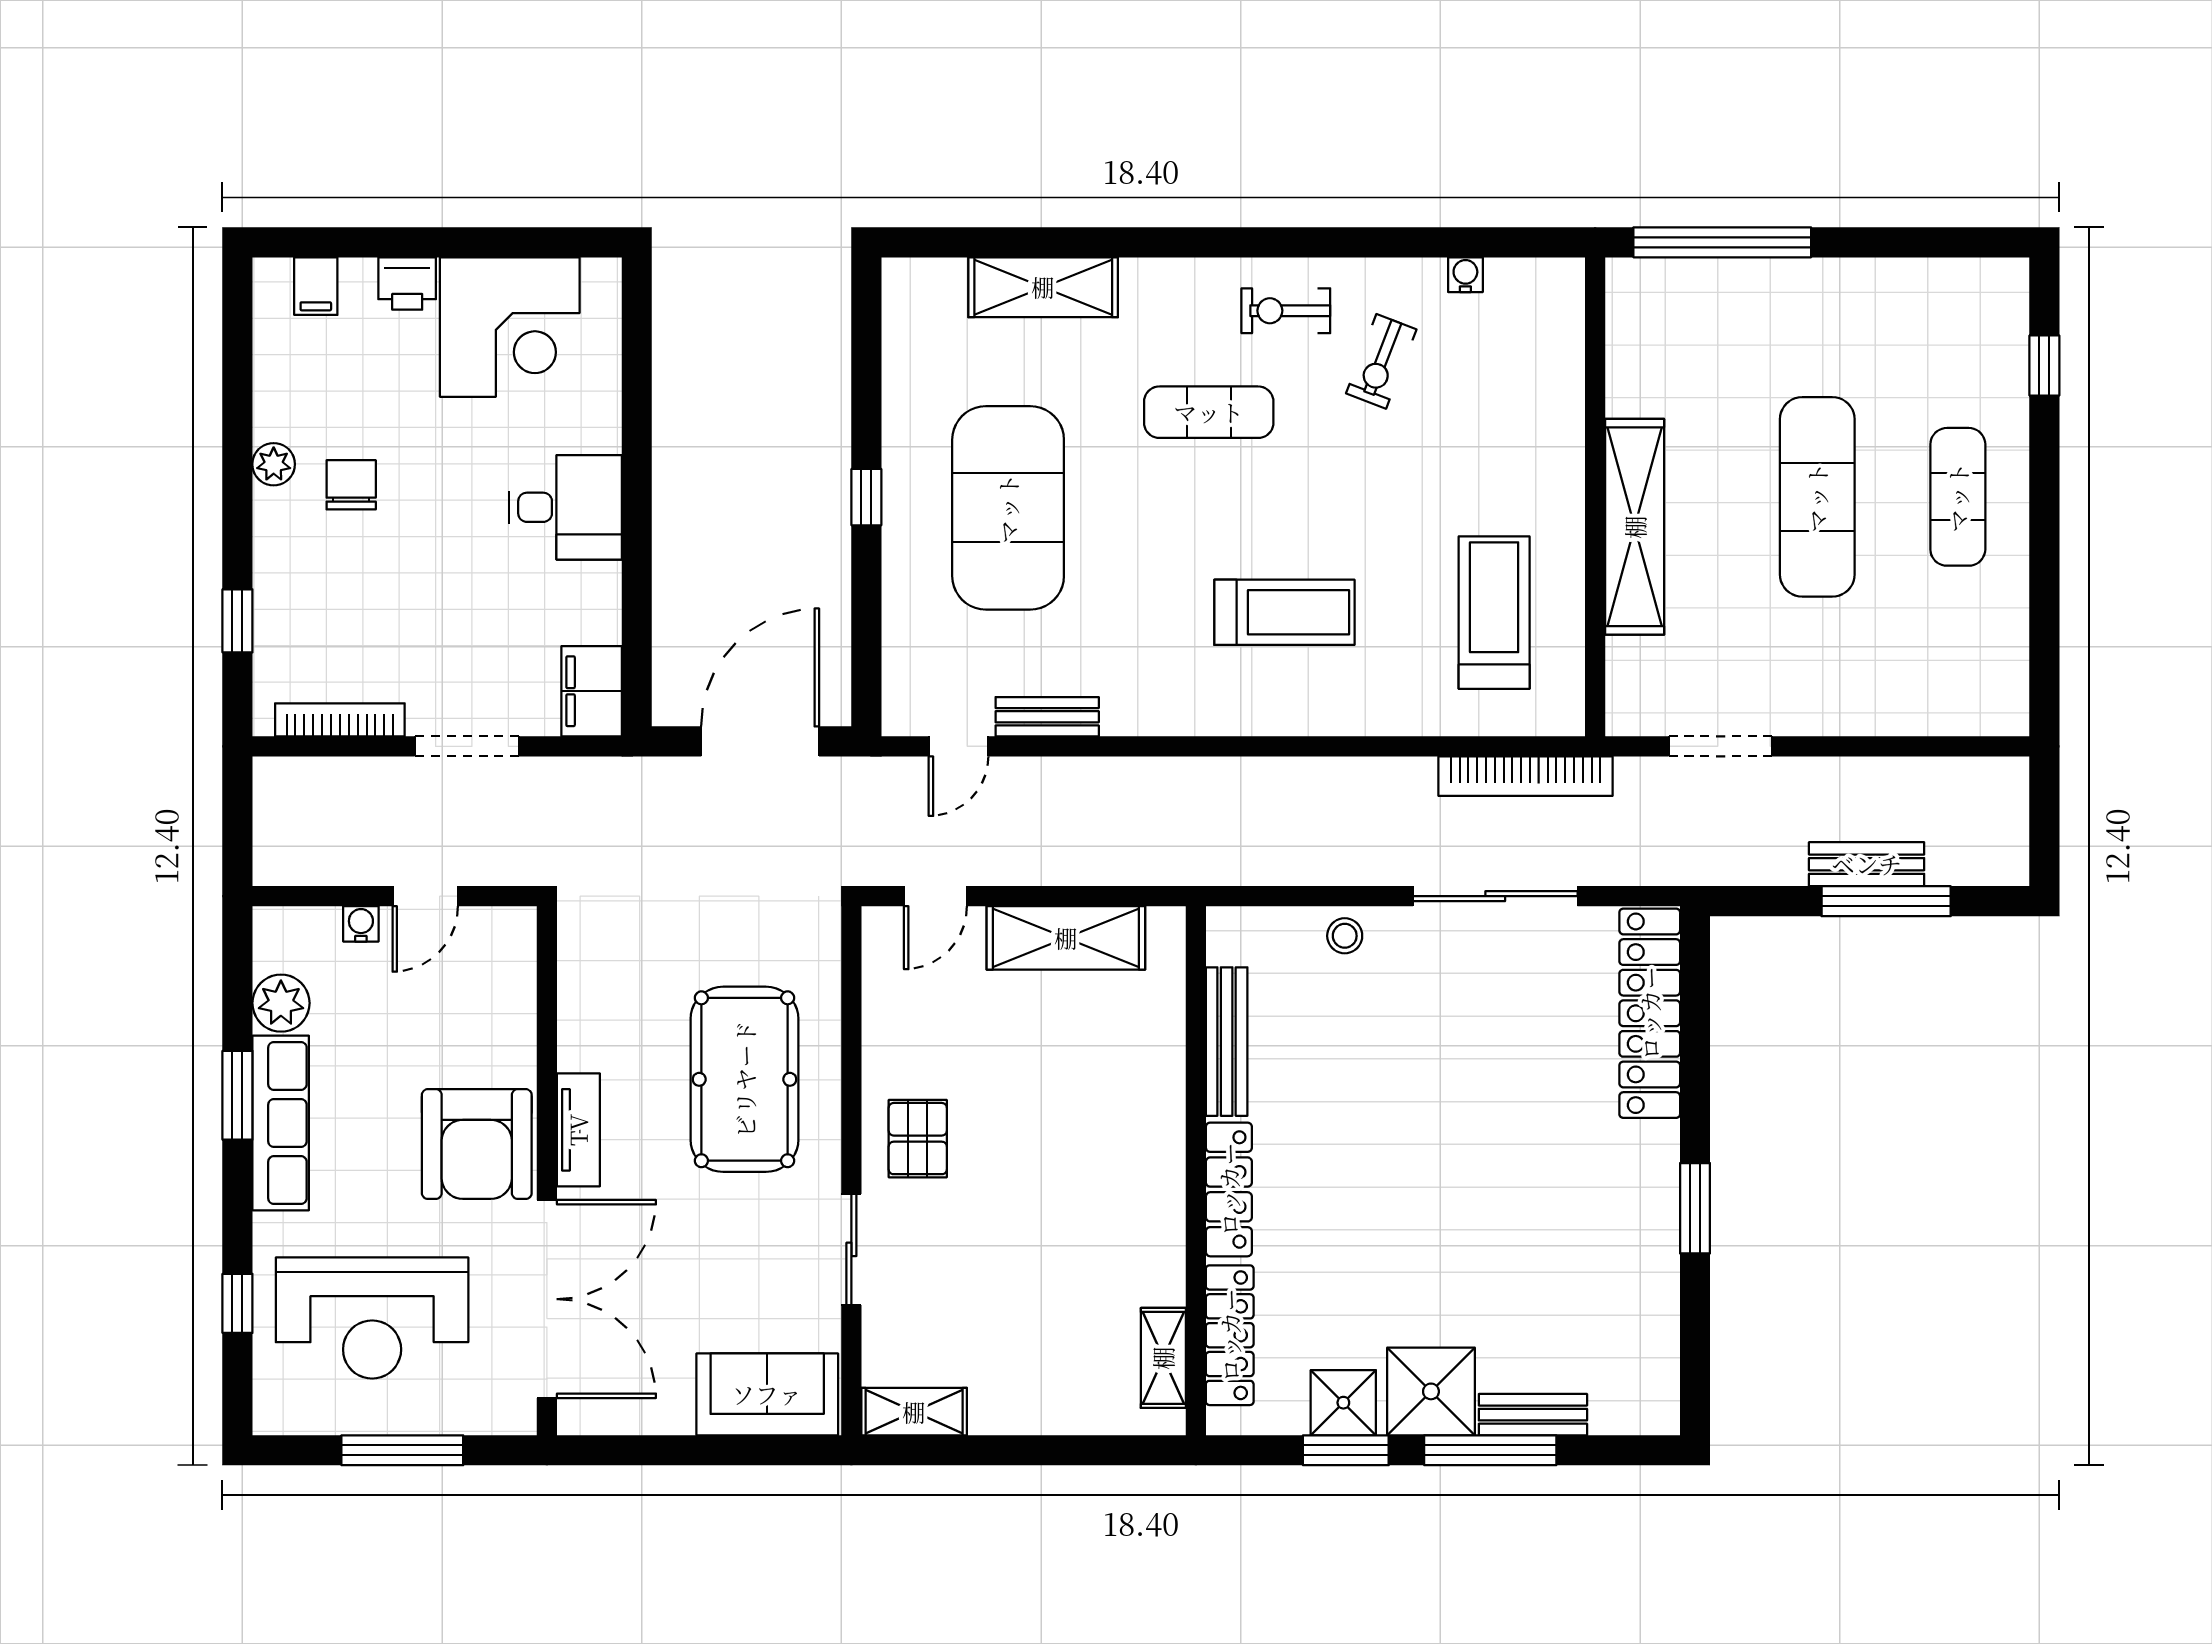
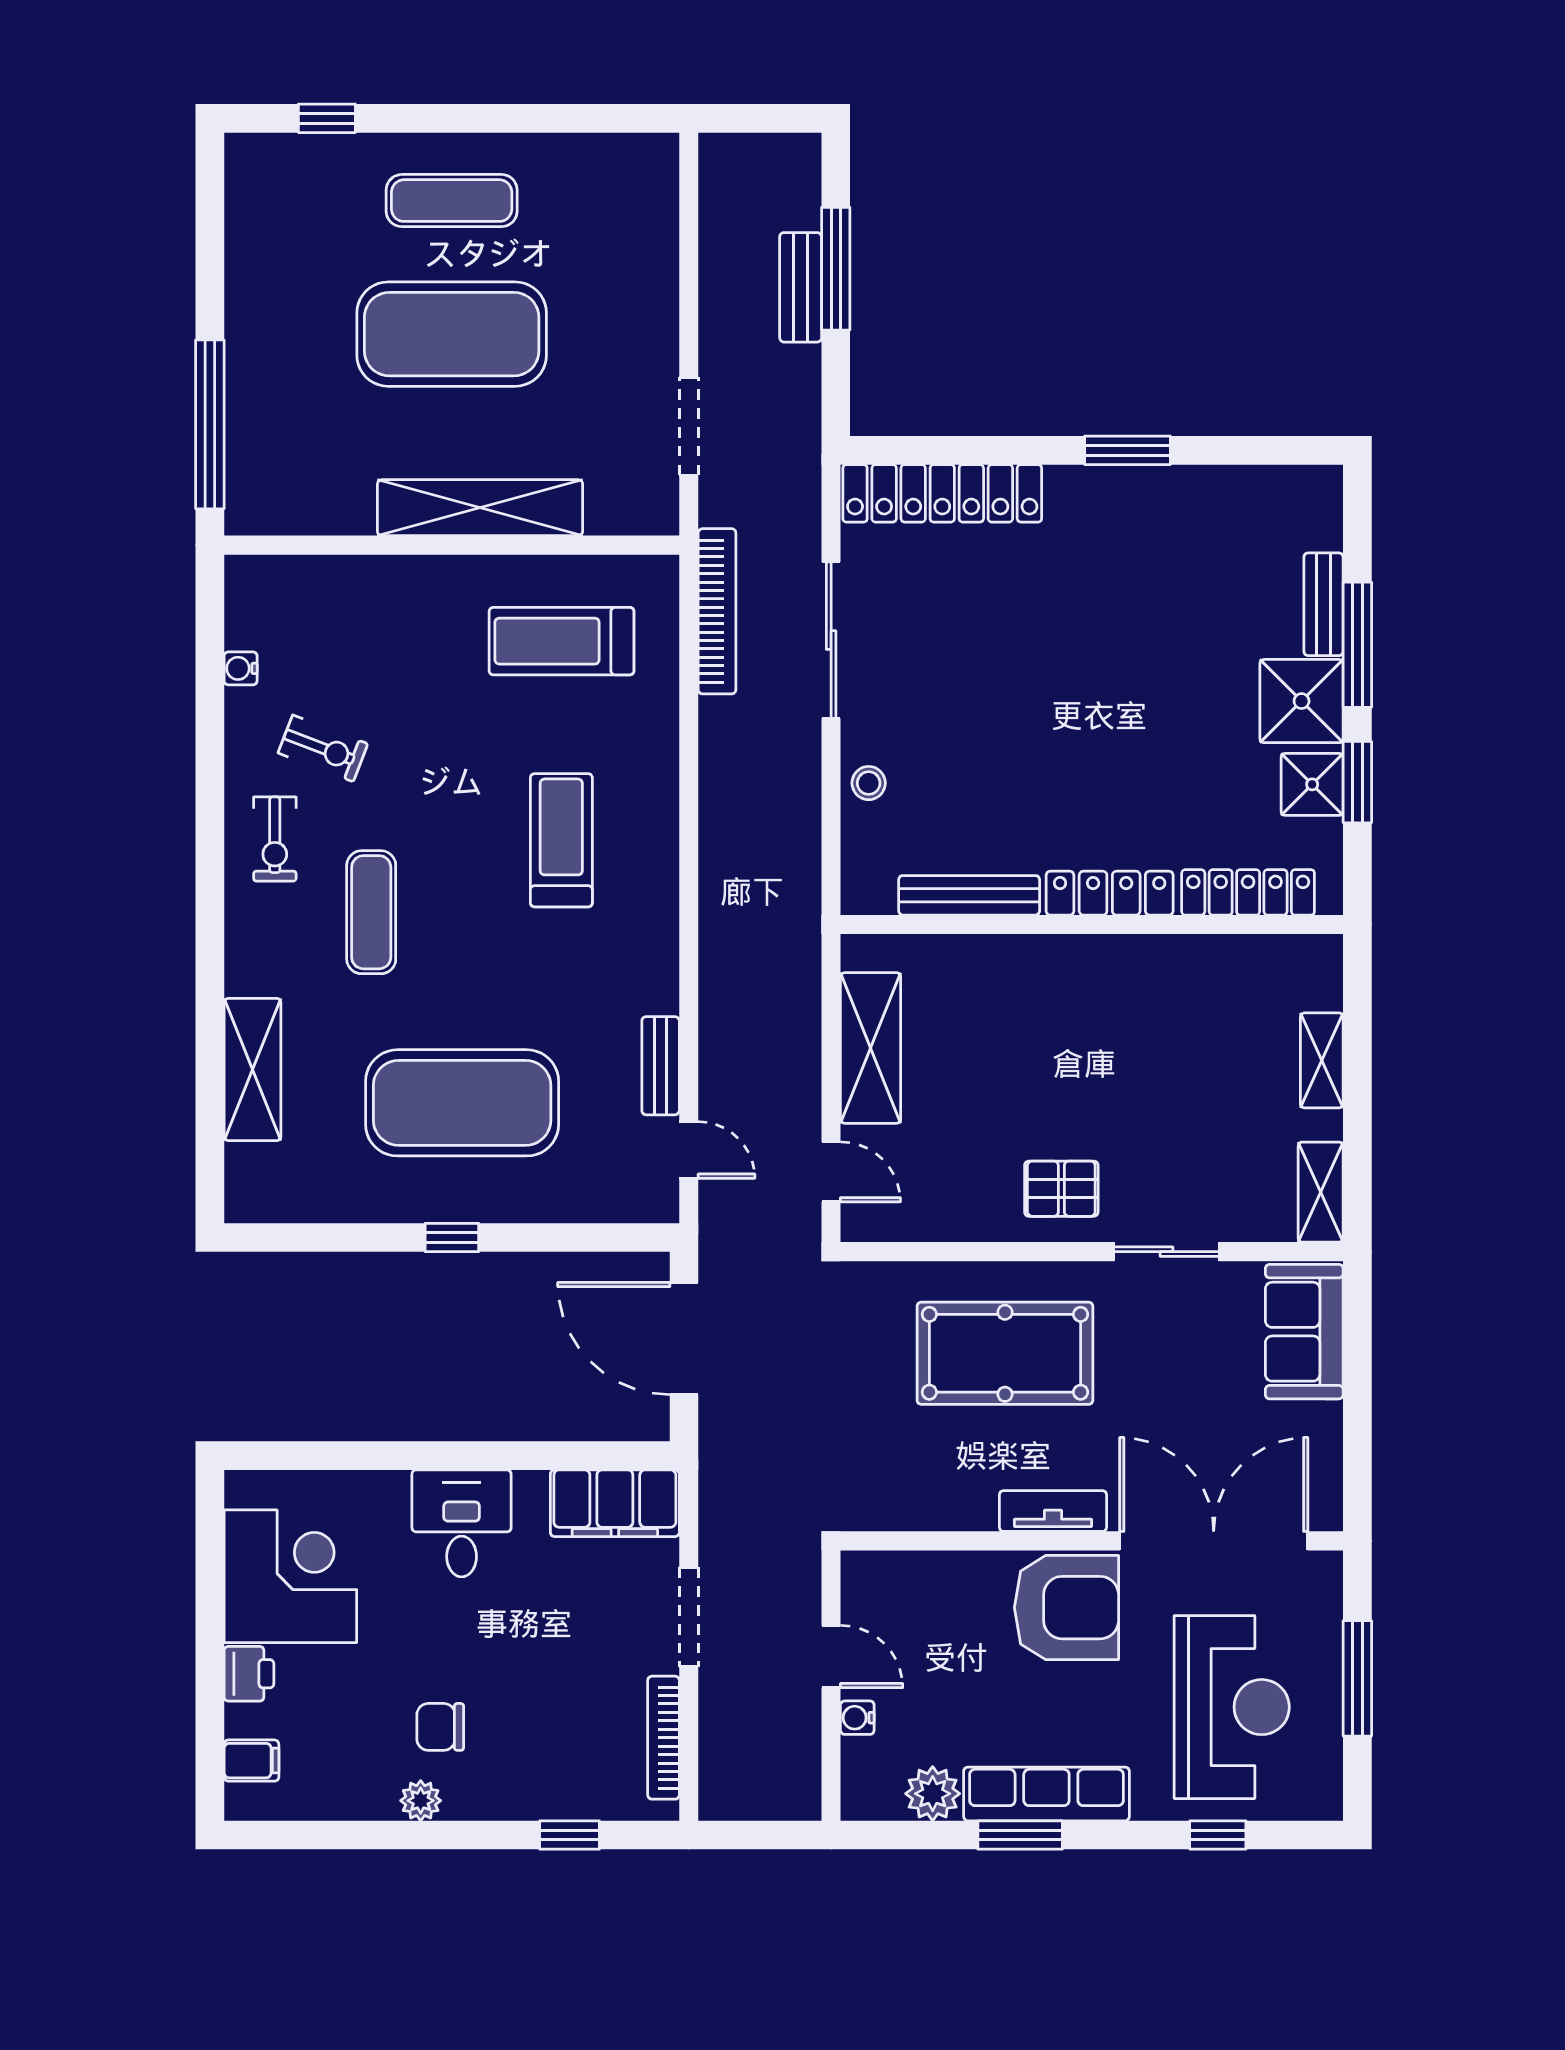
exercise mat: (1817, 497) -> (452, 334), width x1.47
filing cabinet: (592, 691) -> (615, 1503), width x1.50, depth x1.17
shelving: (1163, 1358) -> (1322, 1060), moved, turned 90

